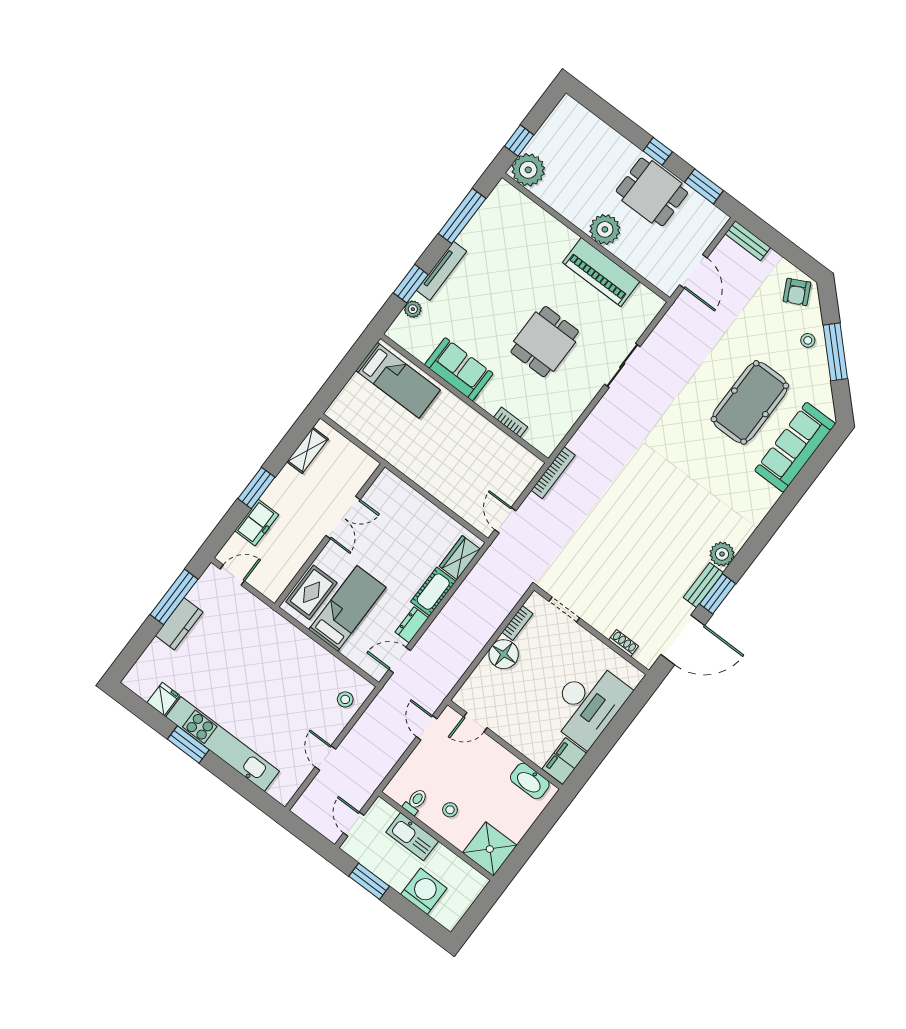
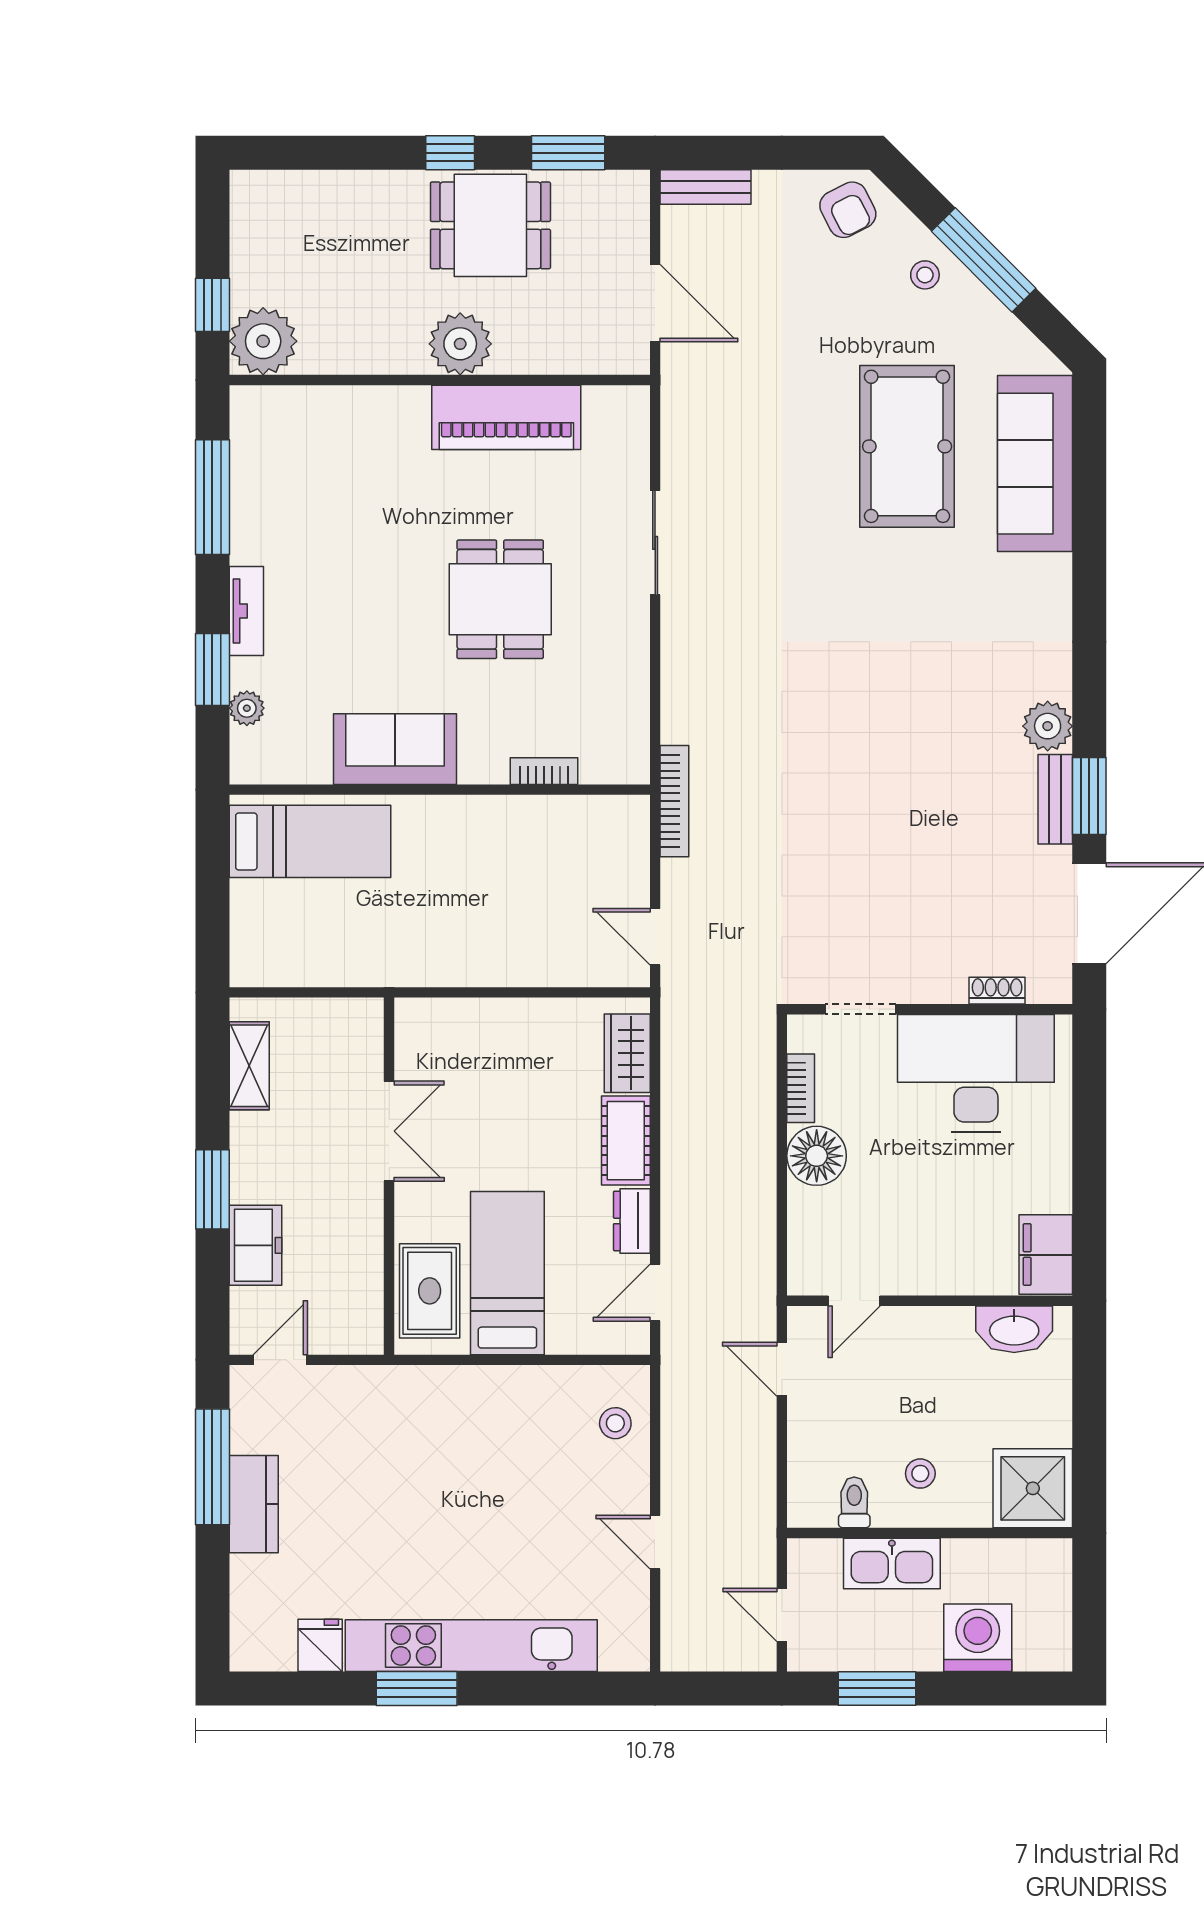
tv unit: (442, 271) -> (246, 611), width x0.71
desk: (588, 704) -> (976, 1073), moved, turned -90

